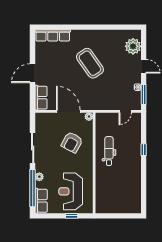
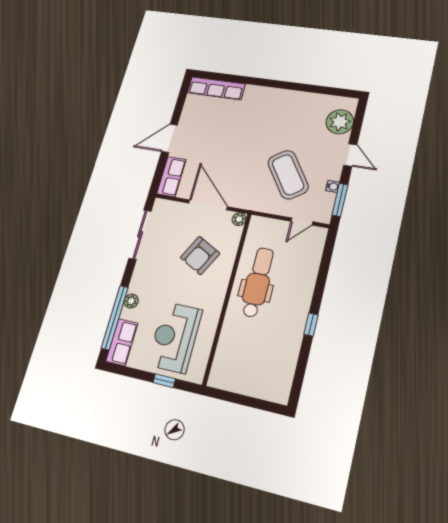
coffee table: (90, 63) -> (288, 175), moved
sliding door: (33, 148) -> (140, 234), moved
window: (144, 150) -> (311, 325), moved
dental chair: (109, 151) -> (258, 282), width x1.36, depth x1.38

